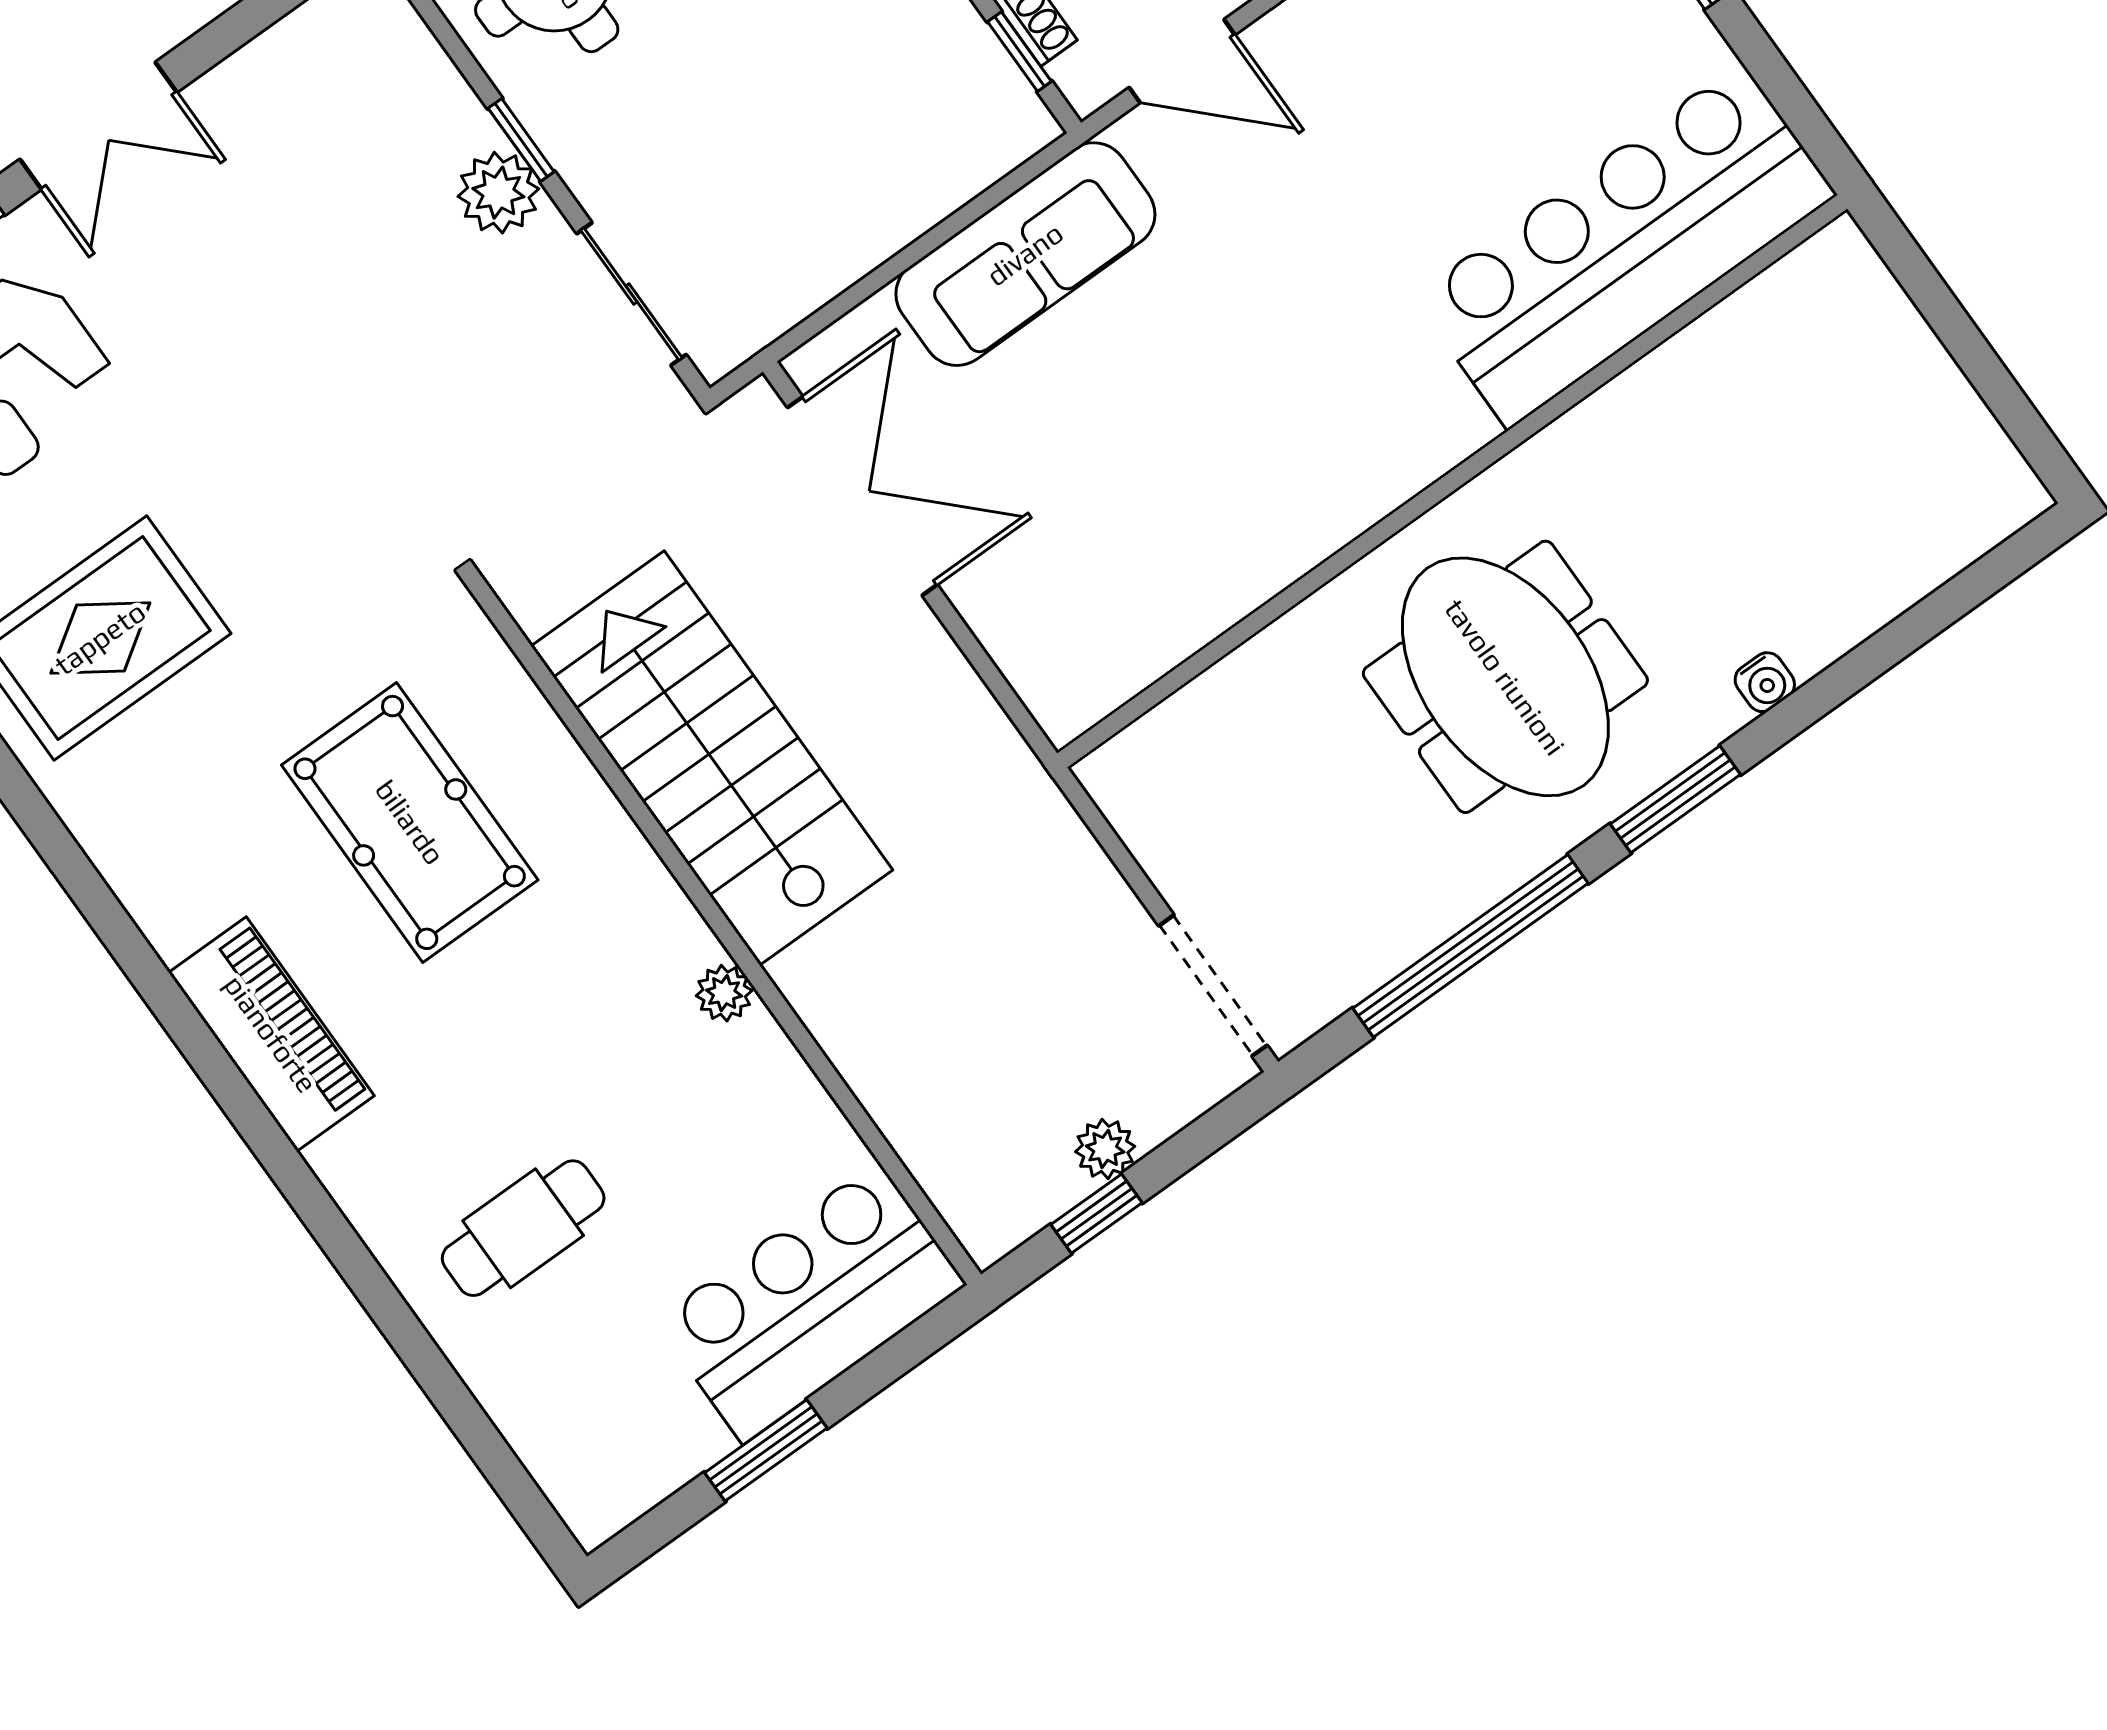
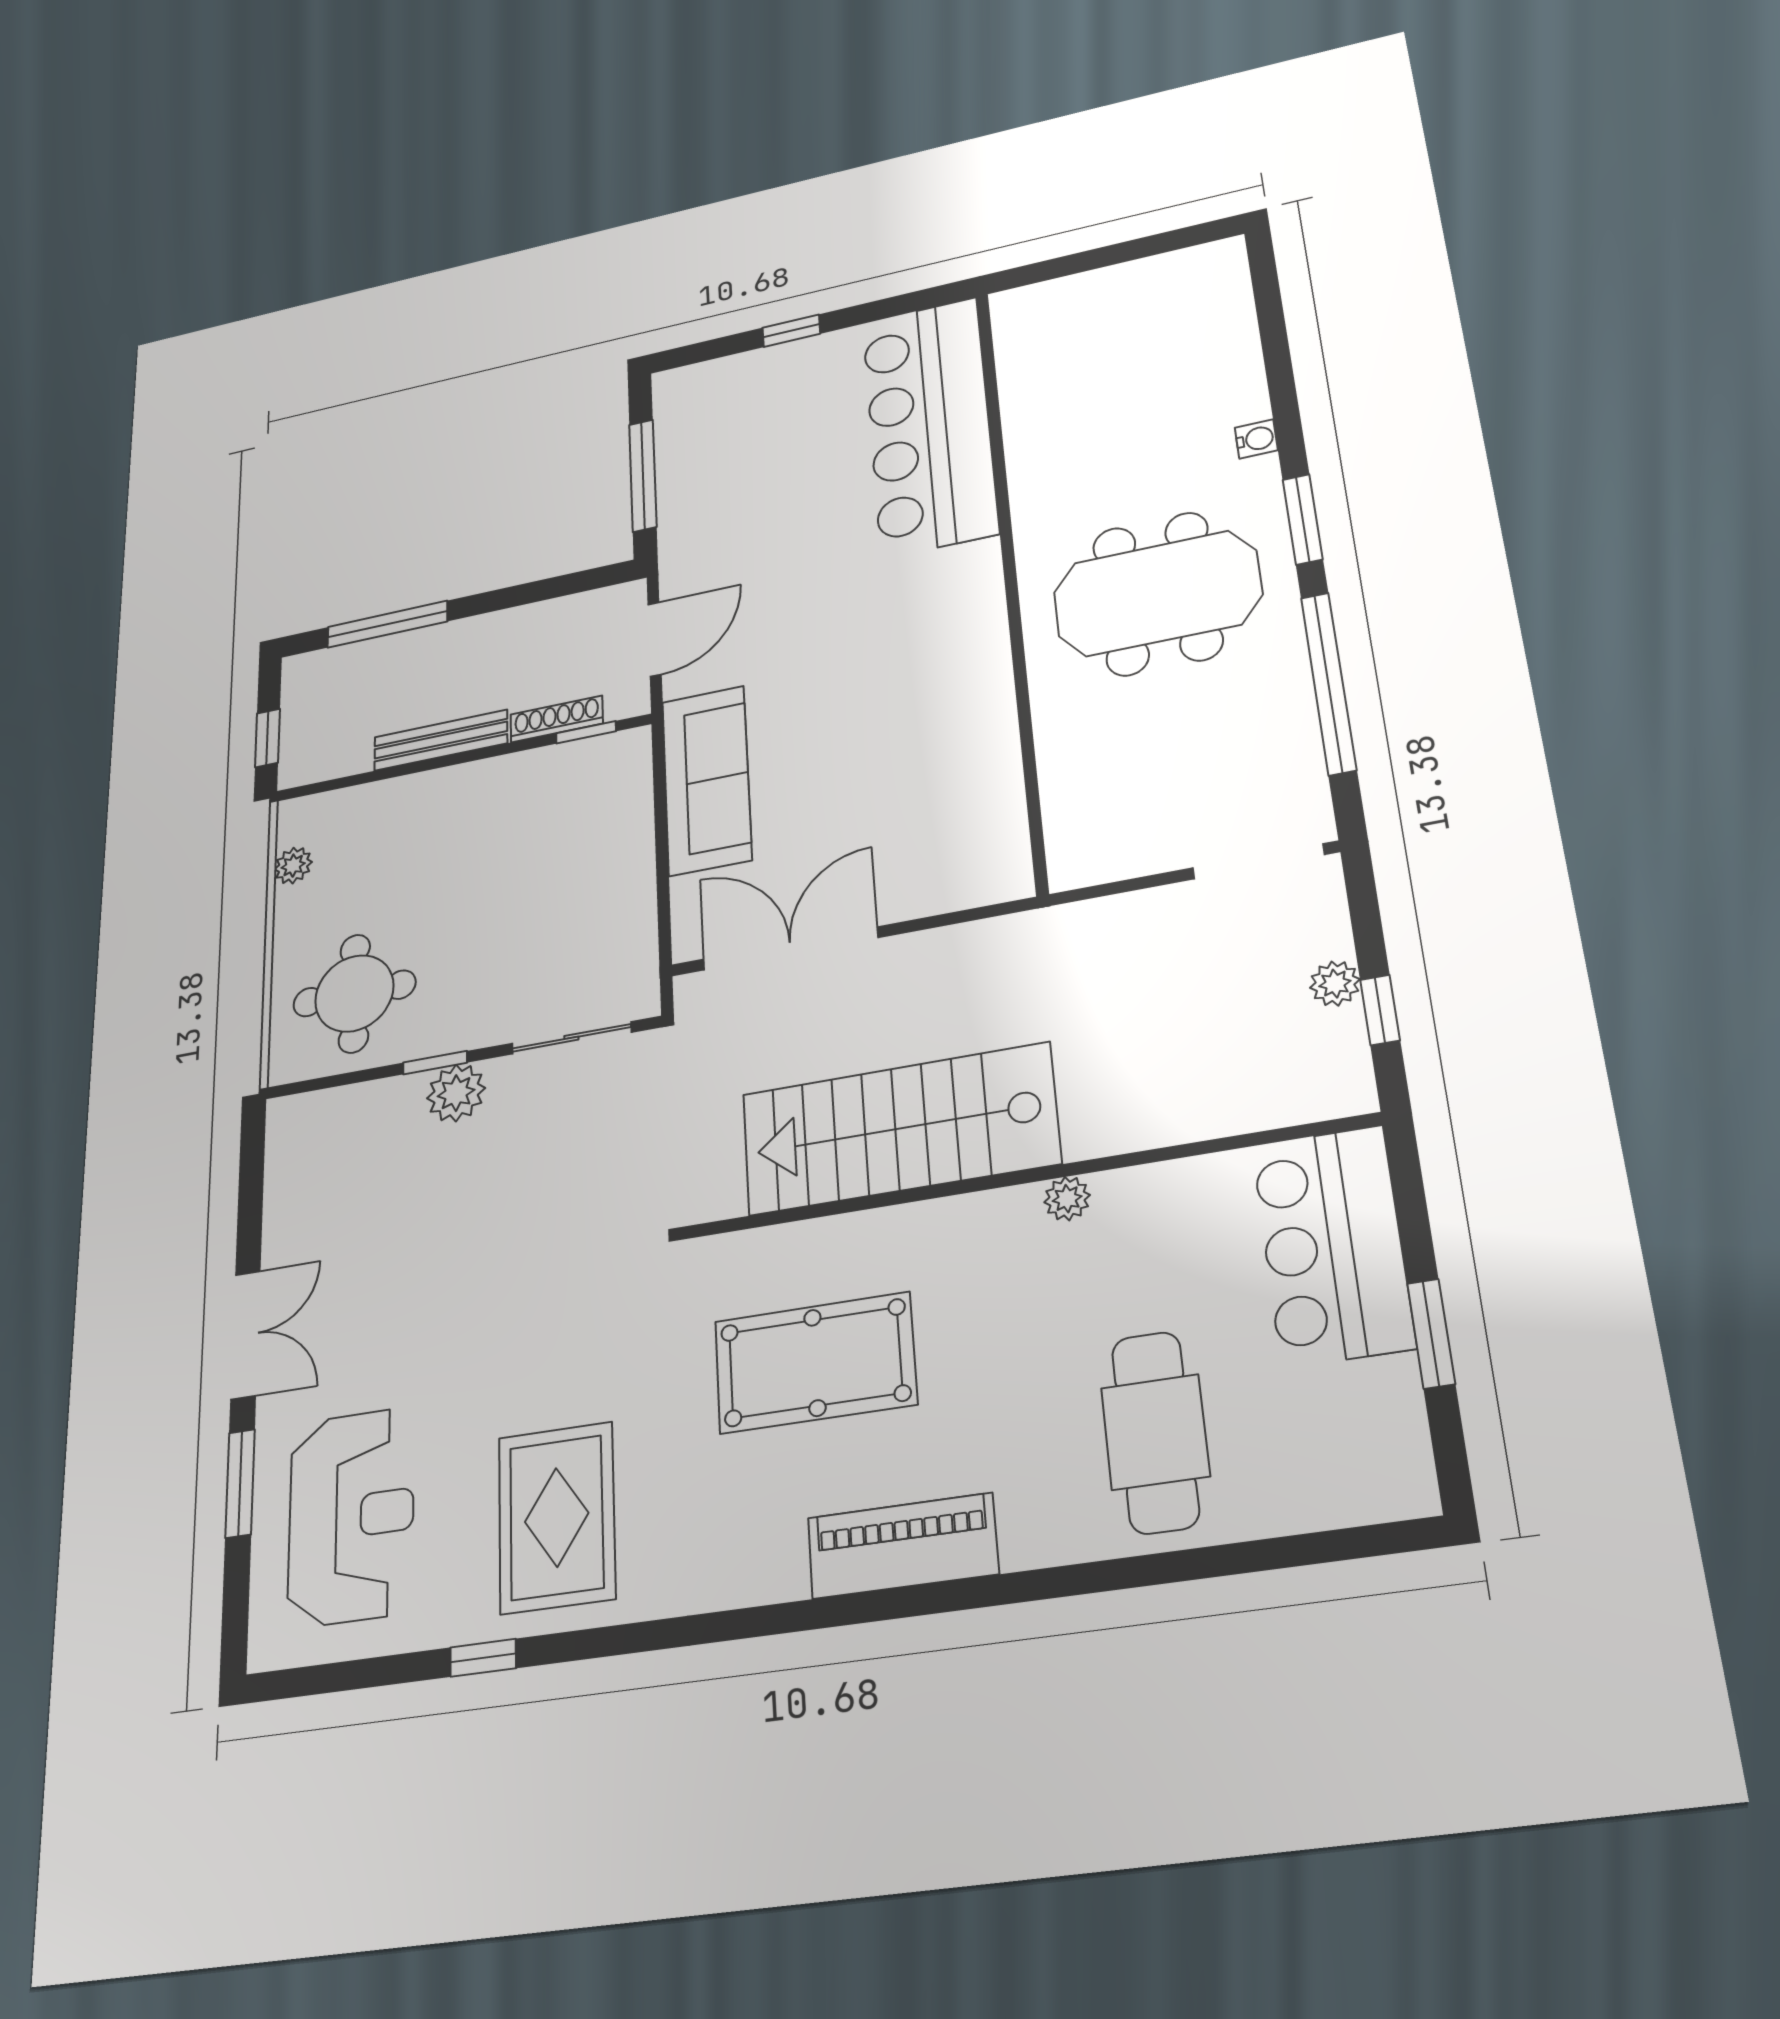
cafe table: (523, 1228) -> (1155, 1432), width x1.37, depth x1.35

